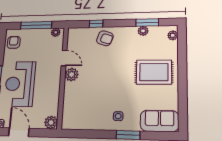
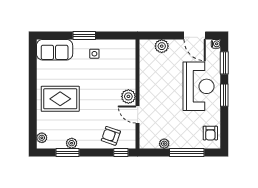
door: (64, 58) -> (138, 115), moved
plant: (72, 75) -> (128, 96), moved
wall: (63, 77) -> (138, 94), moved

